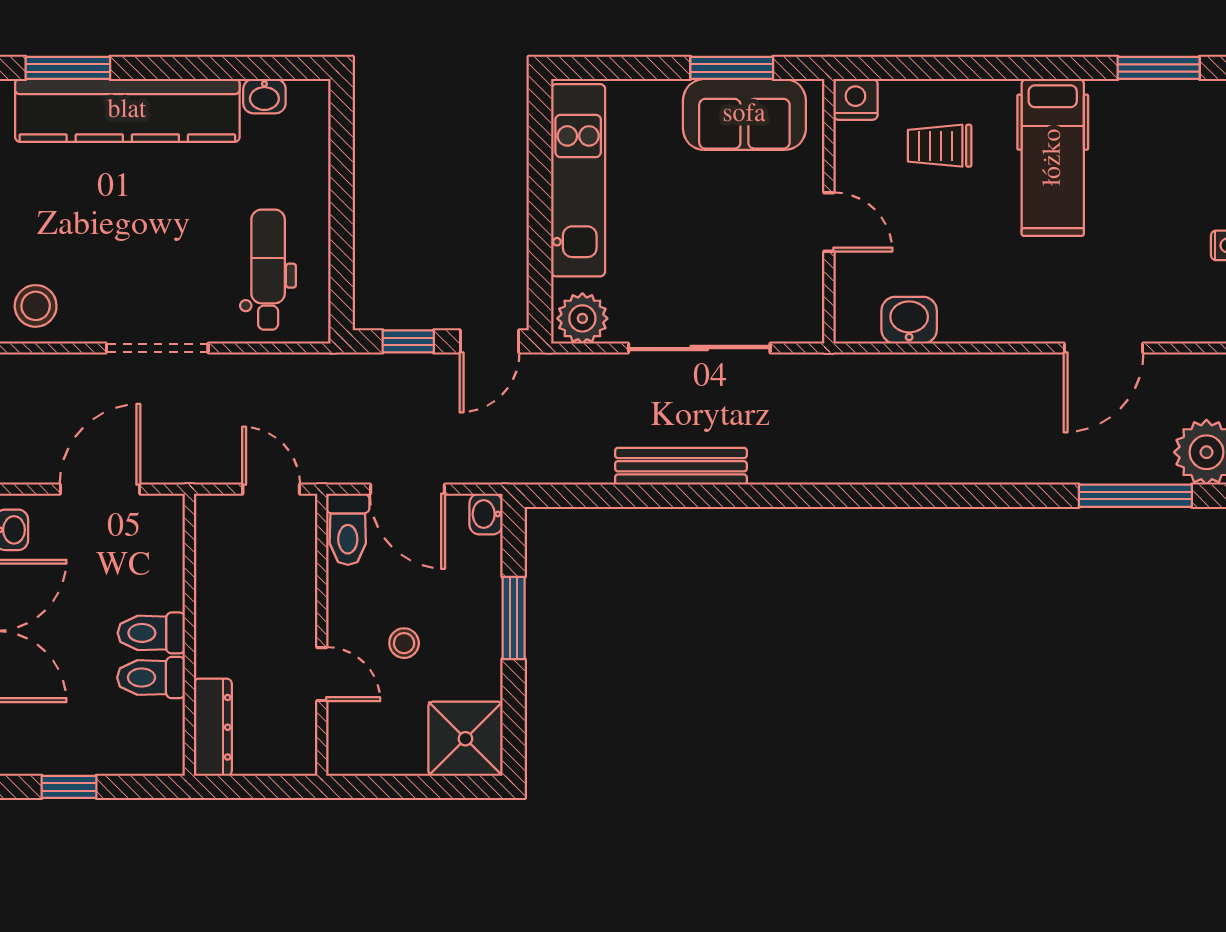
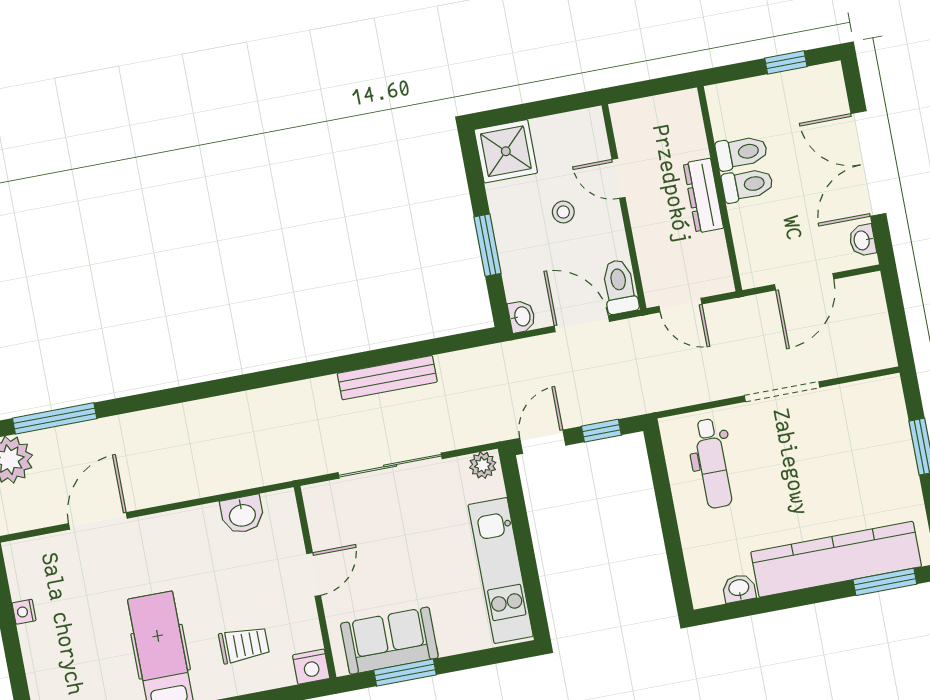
door: (829, 222) -> (314, 574), swing flipped
stool: (36, 306) -> (876, 405), removed
plant: (582, 318) -> (483, 465), width x0.73, depth x0.73
dresser: (213, 727) -> (703, 196), moved

